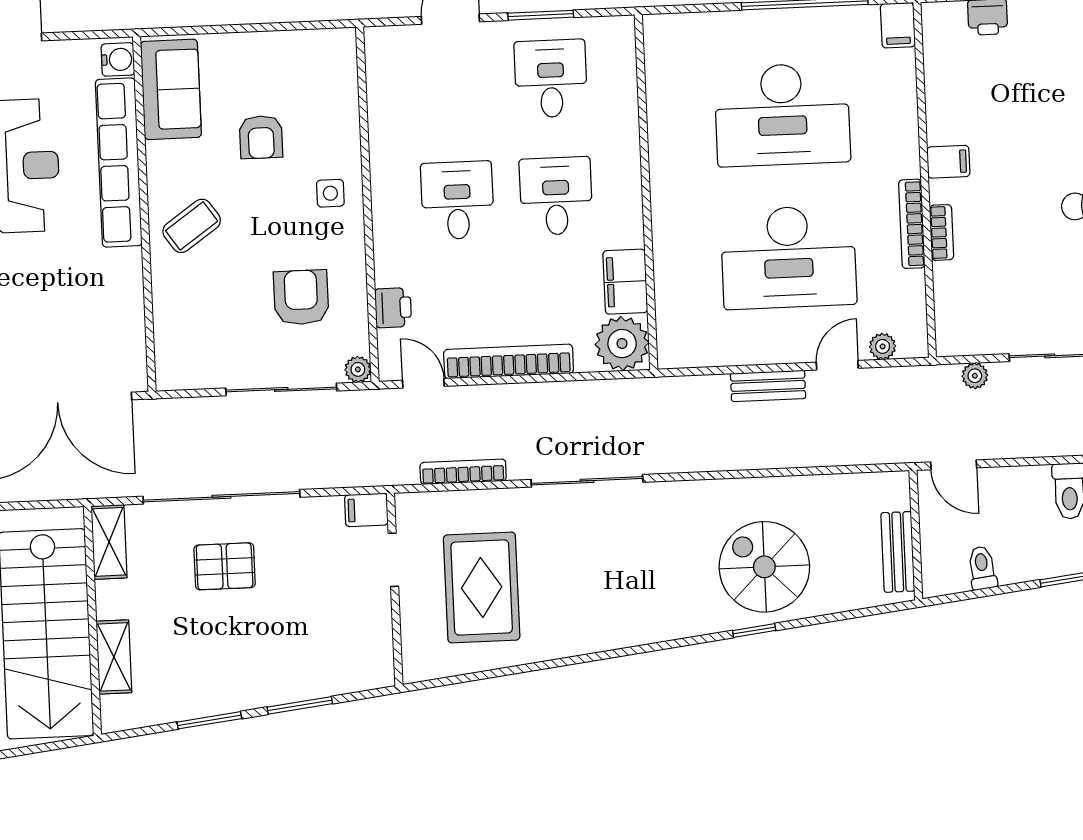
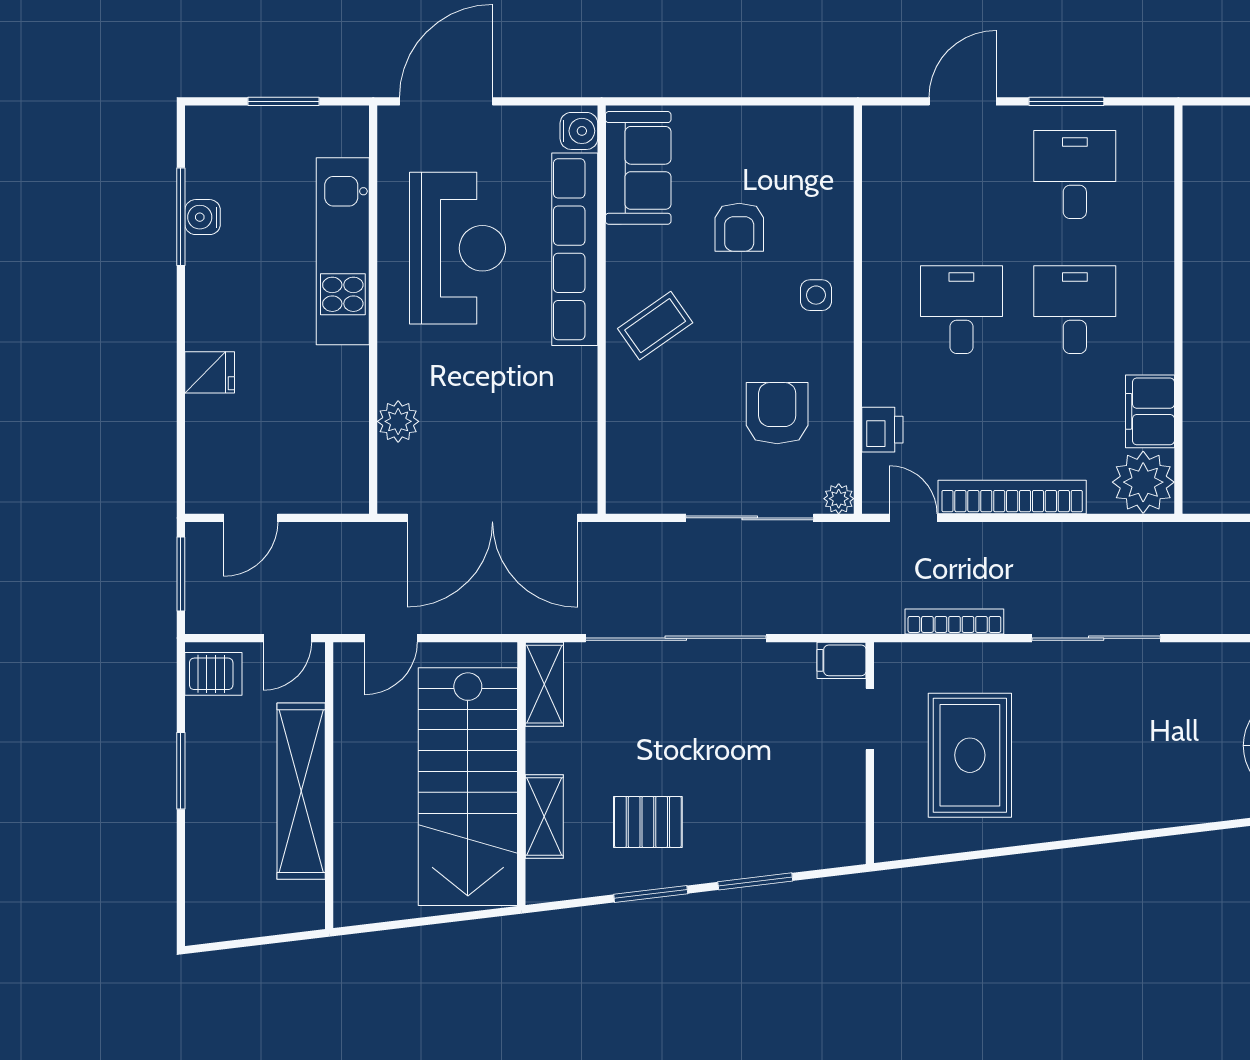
pallet: (225, 566) -> (648, 822), moved

